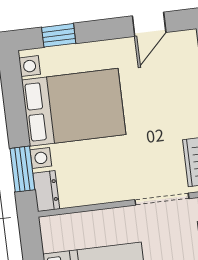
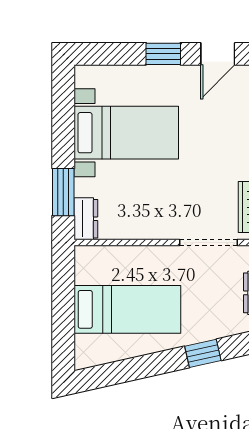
window: (59, 35) -> (163, 54), moved
bed with nightstands: (74, 107) -> (126, 133), width x0.73

